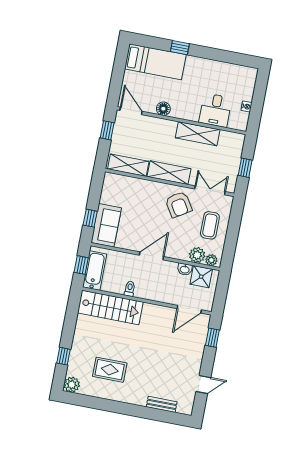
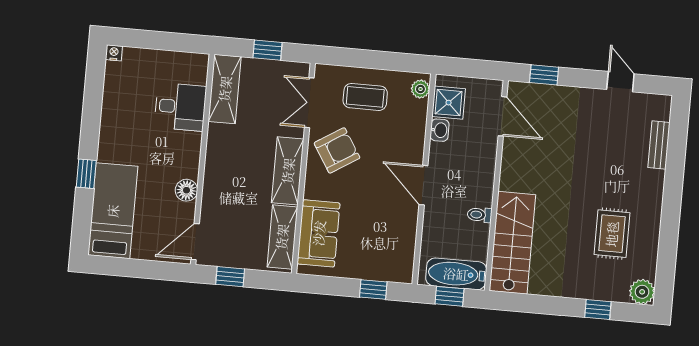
nightstand: (247, 107) -> (114, 53), moved
shelving: (198, 134) -> (225, 89), moved
sofa: (106, 225) -> (319, 233), moved, turned 90
plant: (197, 255) -> (415, 113), removed

